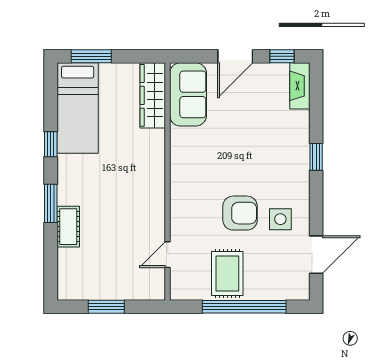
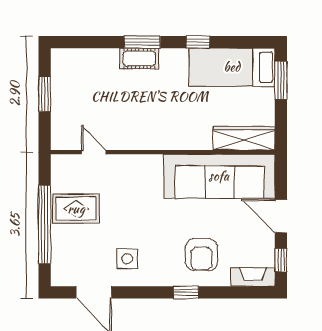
sofa: (188, 94) -> (219, 176), width x1.85, depth x1.27
armchair: (240, 213) -> (202, 255), moved
cot: (68, 227) -> (139, 59), moved

